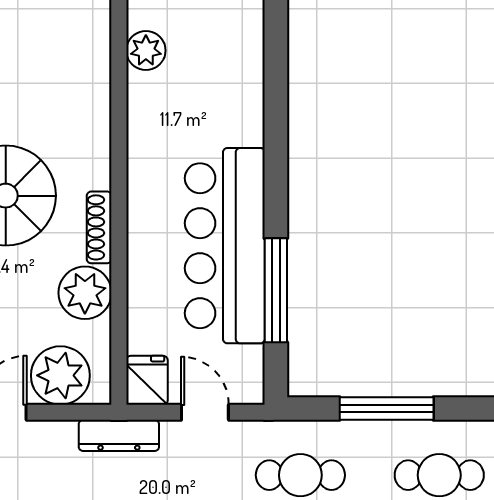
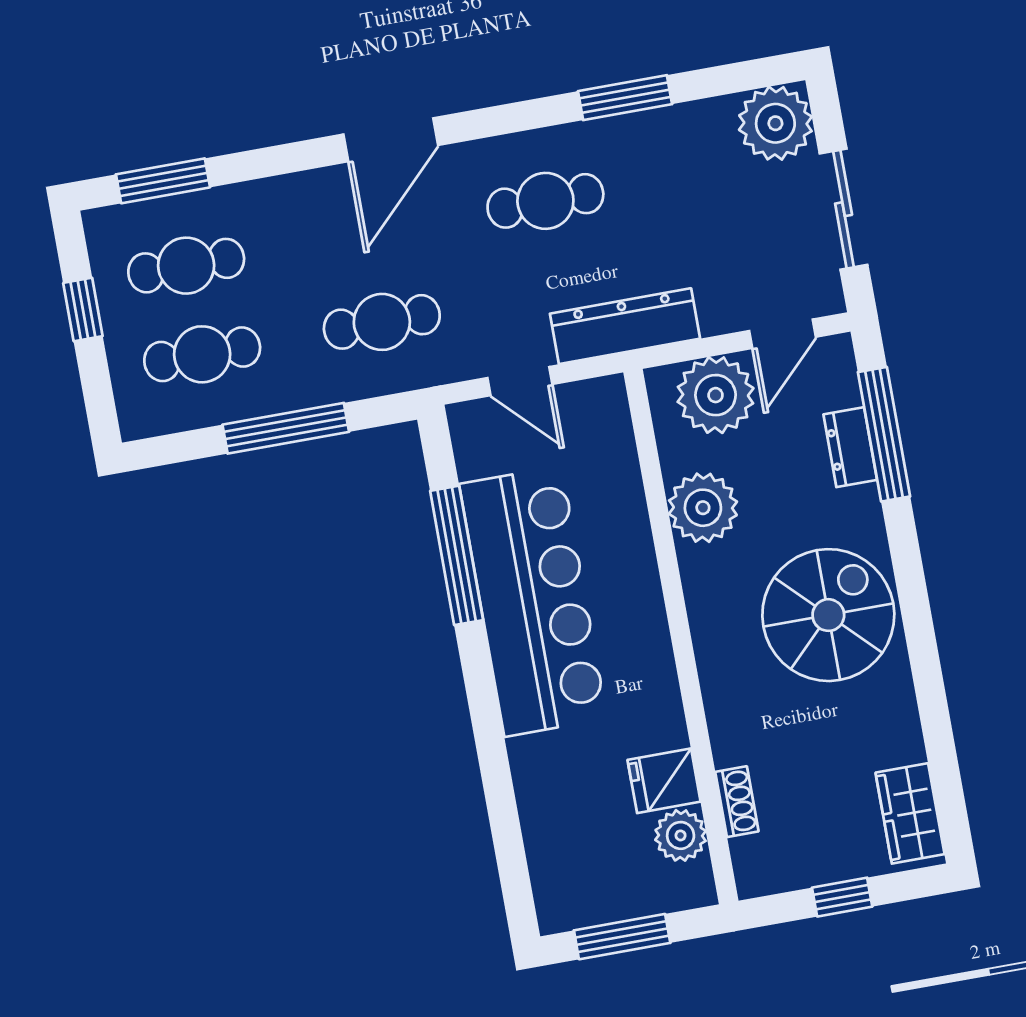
shoe rack: (99, 227) -> (737, 802), moved, width x0.70
fridge: (147, 380) -> (664, 781), moved, turned 90
dresser: (119, 435) -> (625, 326), width x1.37, depth x1.24

